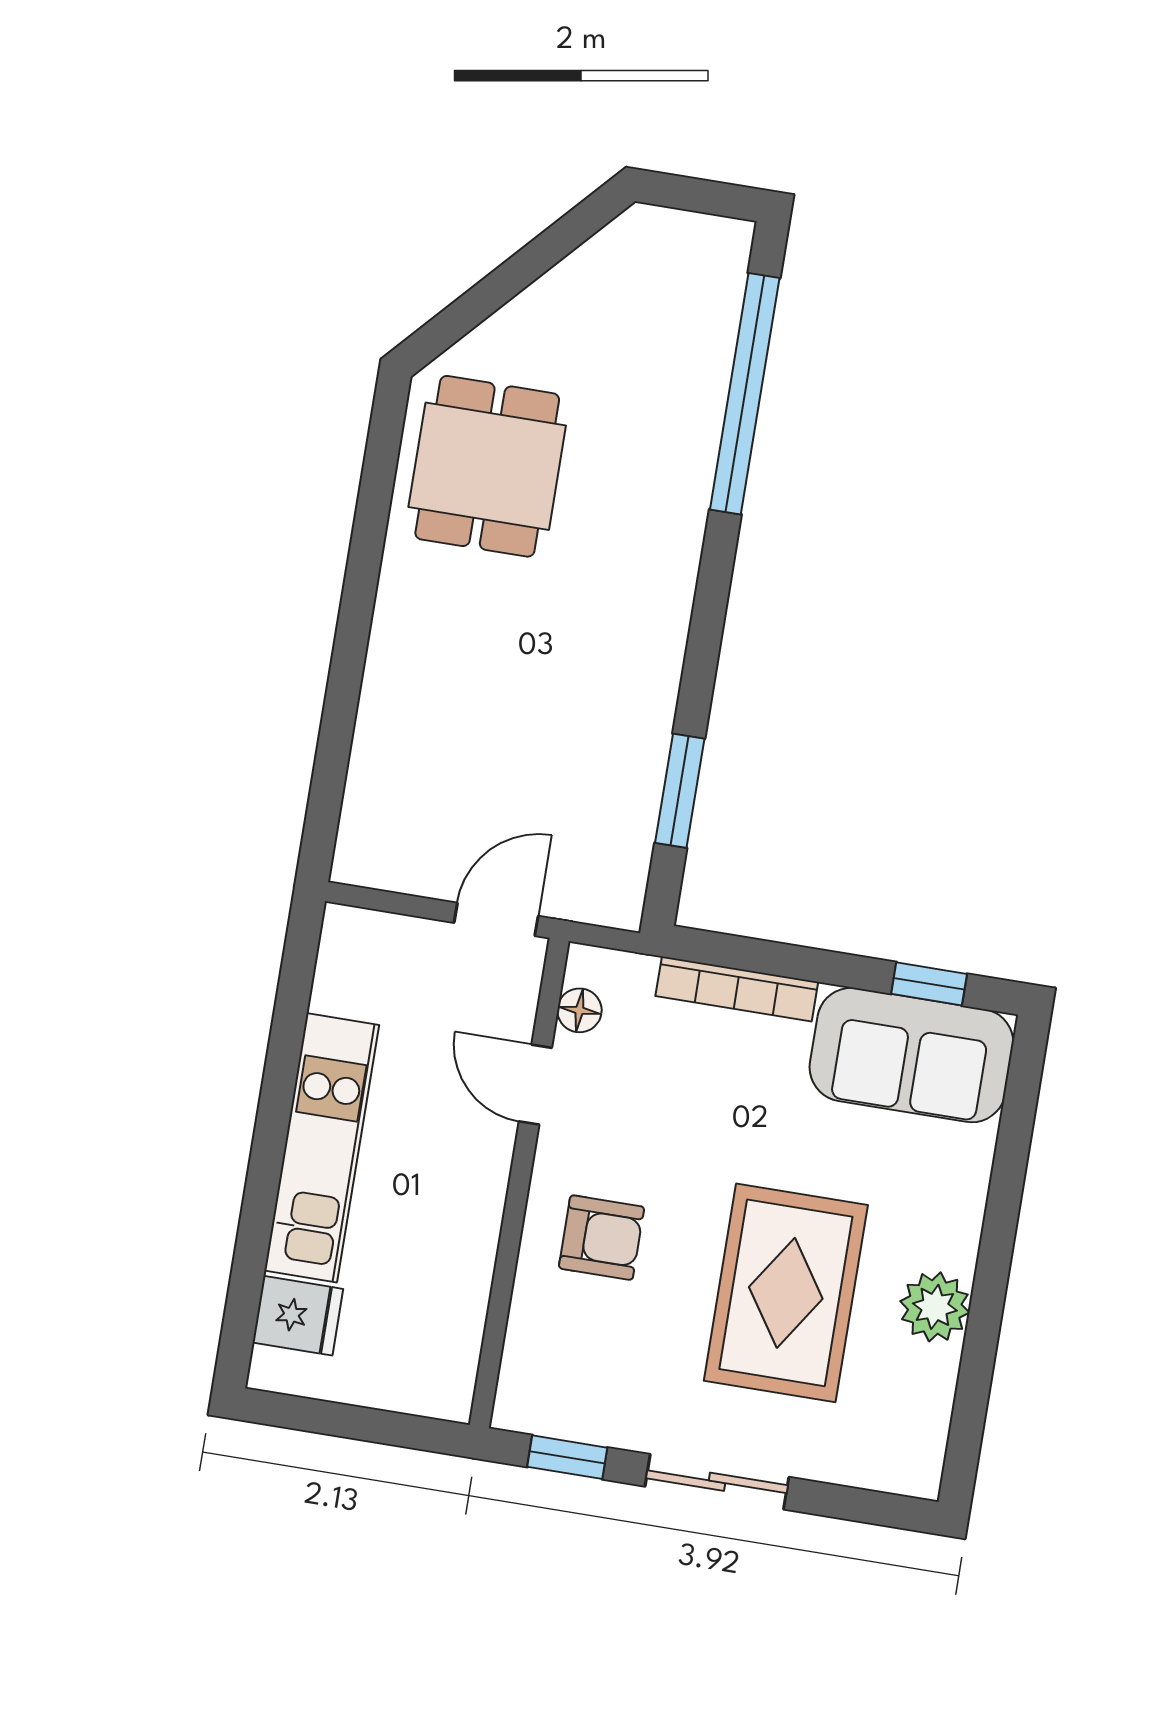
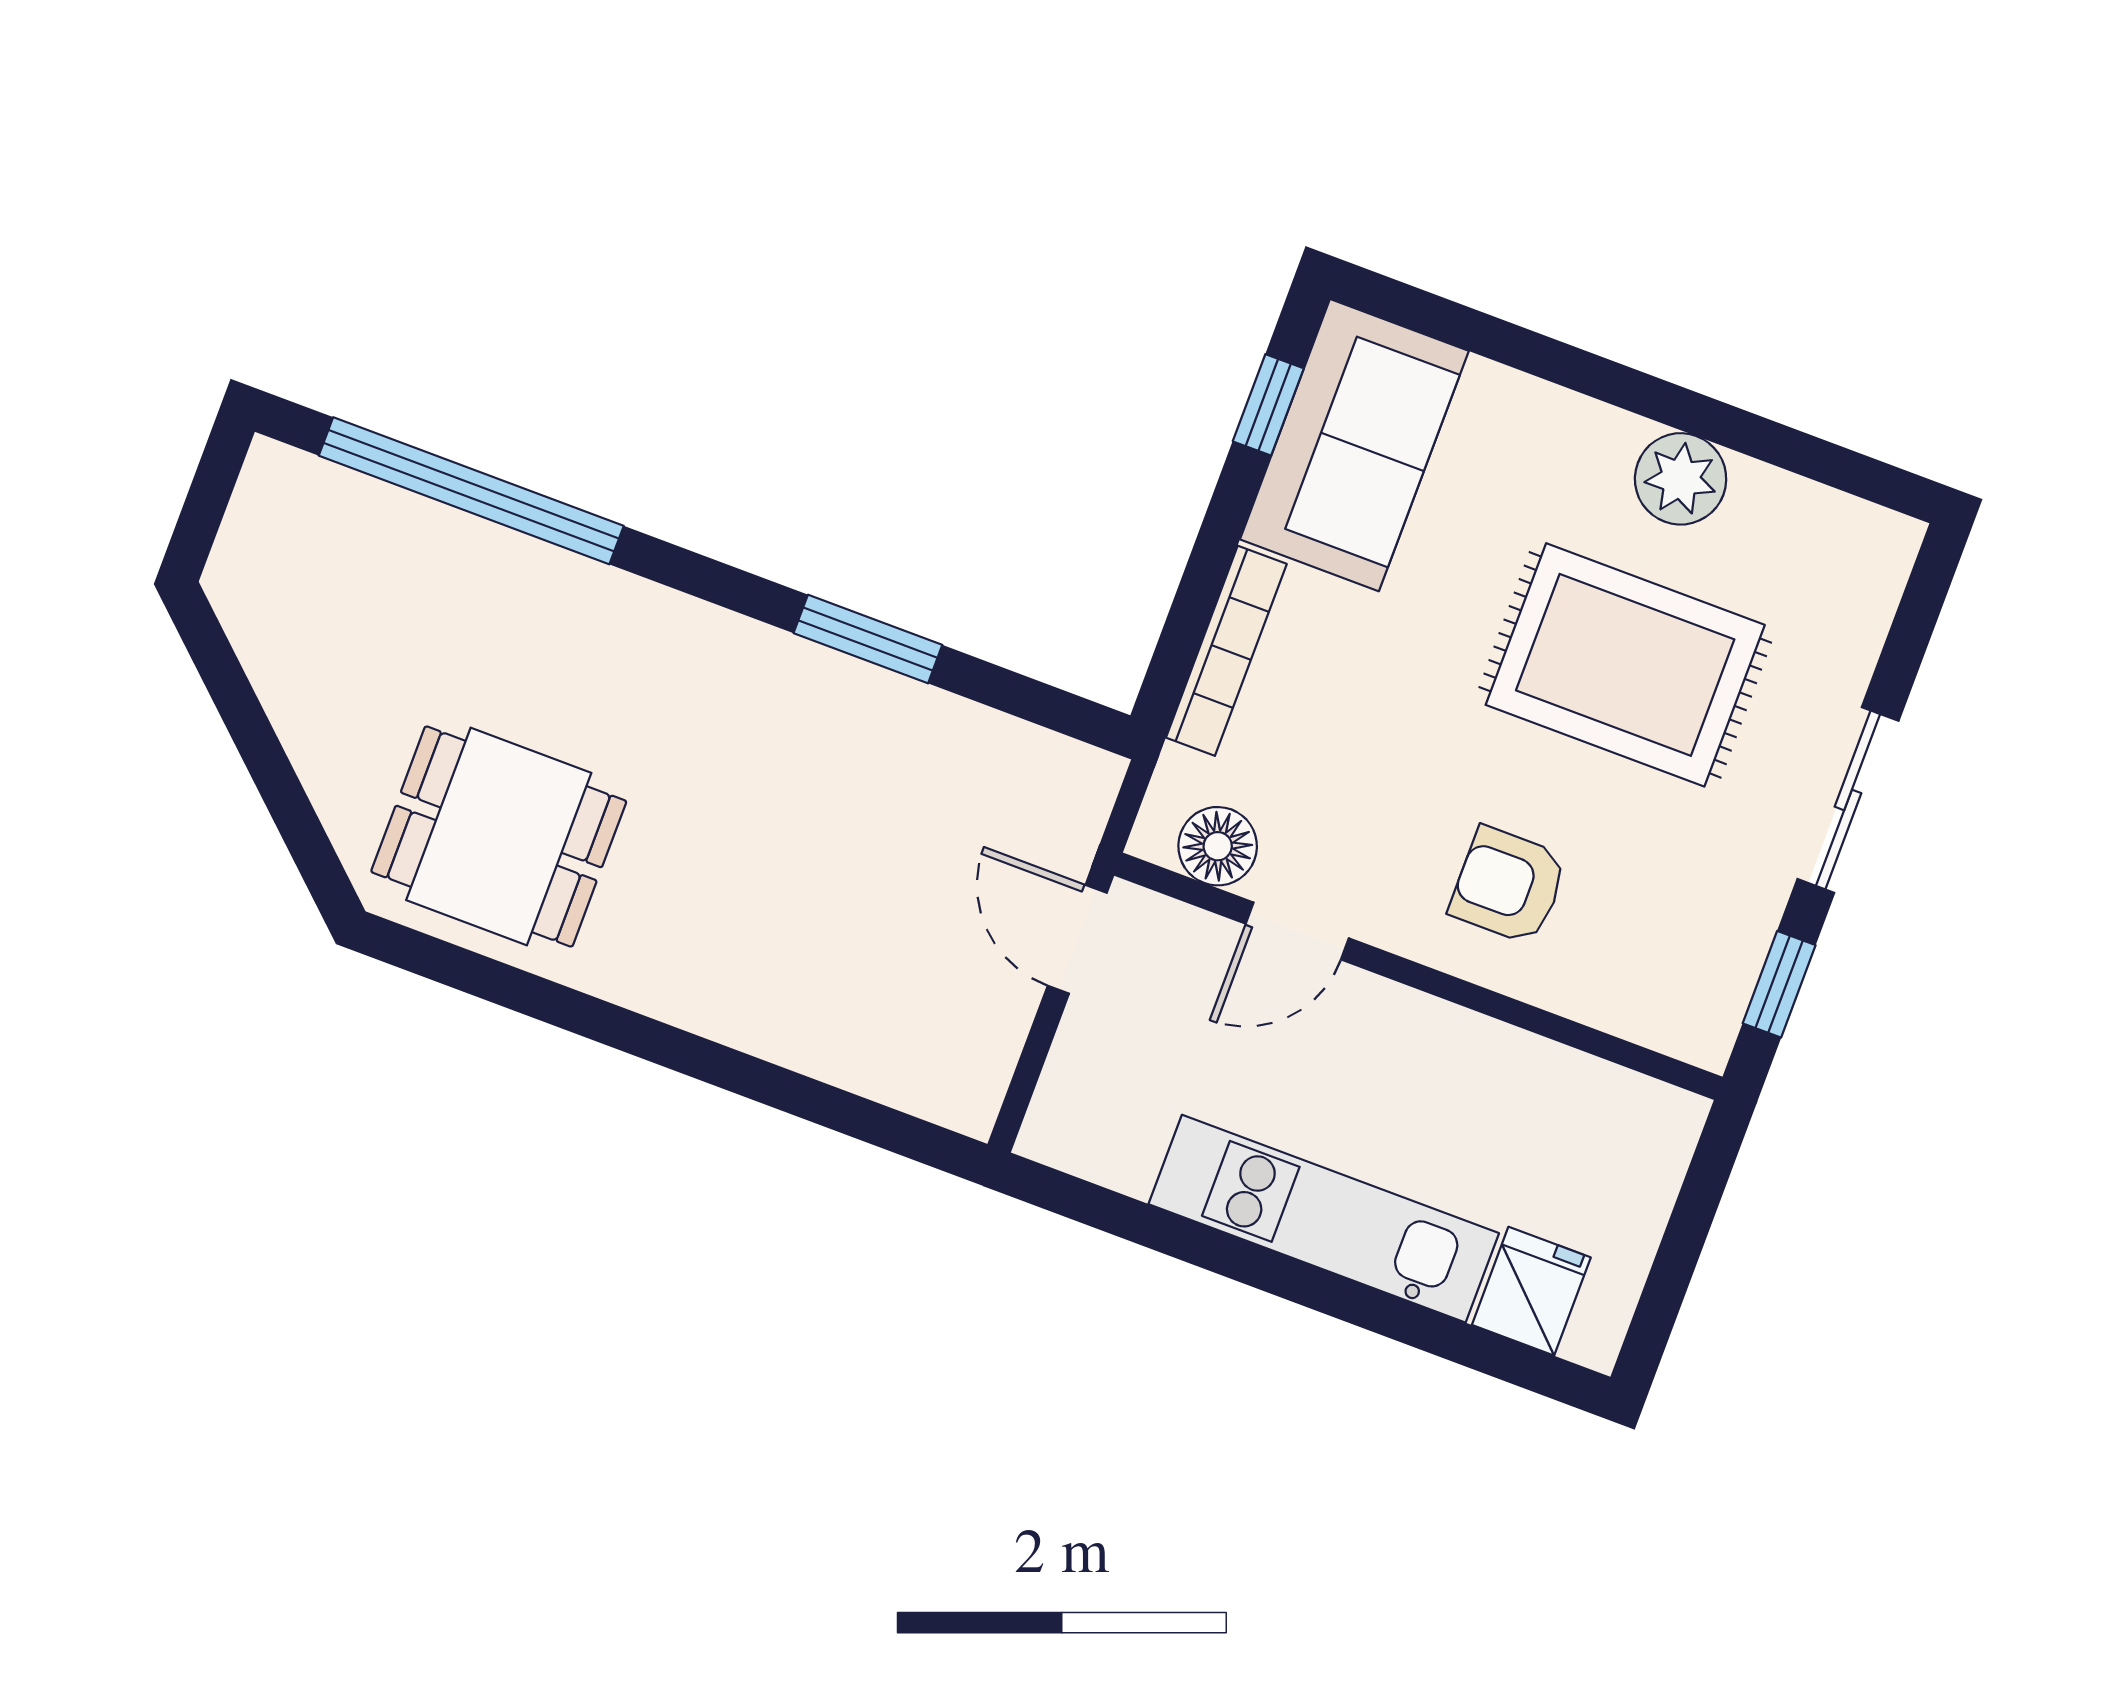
window: (680, 791) -> (868, 639), moved
floor lamp: (579, 1010) -> (1218, 846), width x1.37, depth x1.37
armchair: (601, 1238) -> (1508, 885), turned -90

